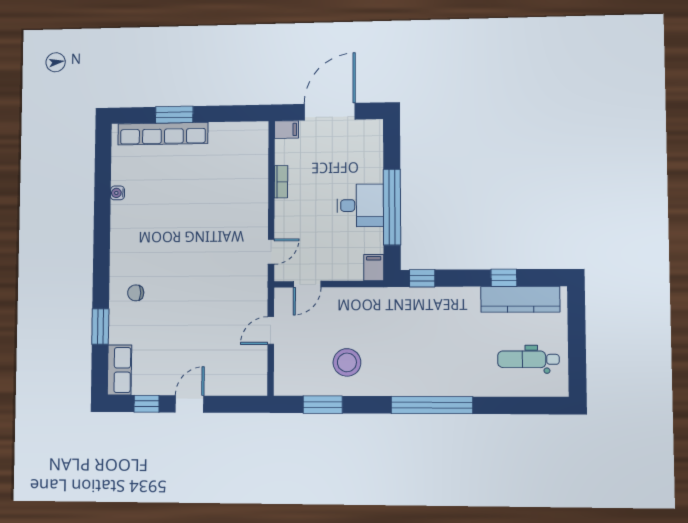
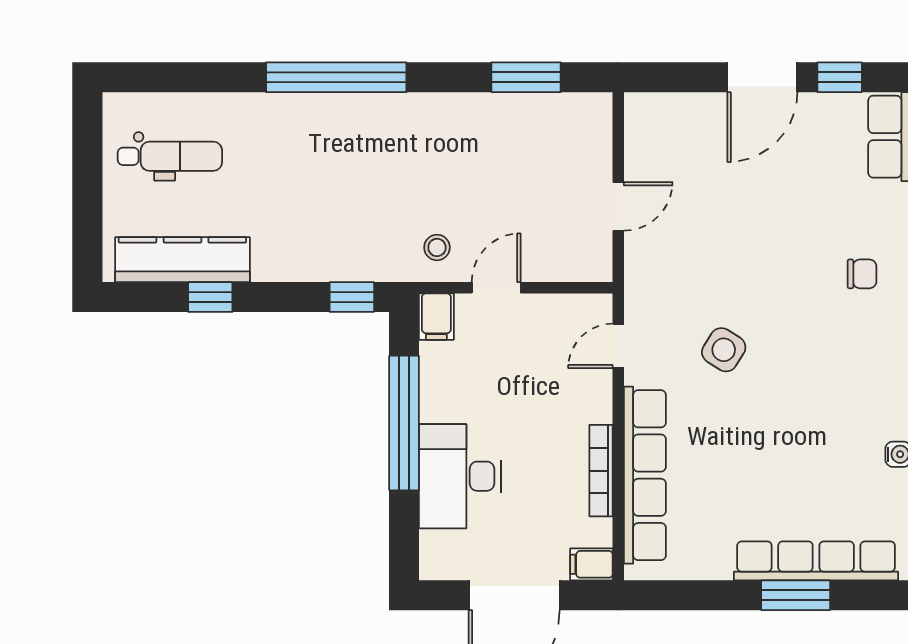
row of seats: (257, 179) -> (645, 475), added
bookcase: (281, 182) -> (601, 471), width x1.56
desk: (360, 205) -> (460, 476), moved, width x1.37
side table: (212, 250) -> (724, 350), added
door: (307, 284) -> (496, 288), moved
stool: (347, 362) -> (437, 247), moved, width x0.53, depth x0.53
door: (189, 404) -> (762, 77), width x1.38

